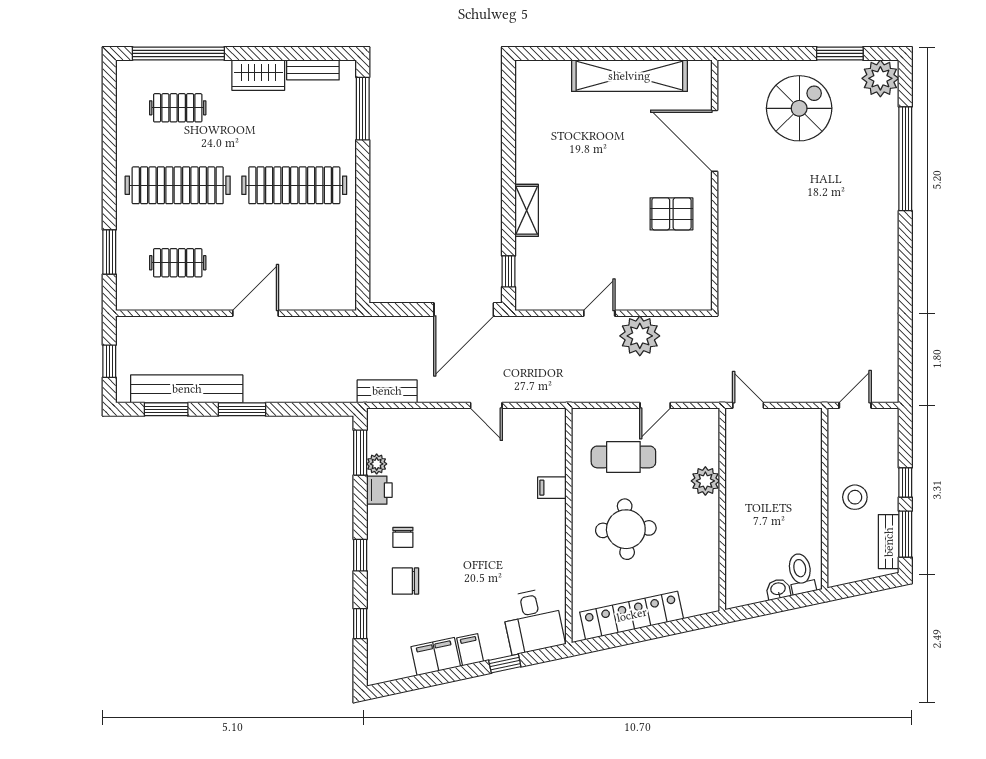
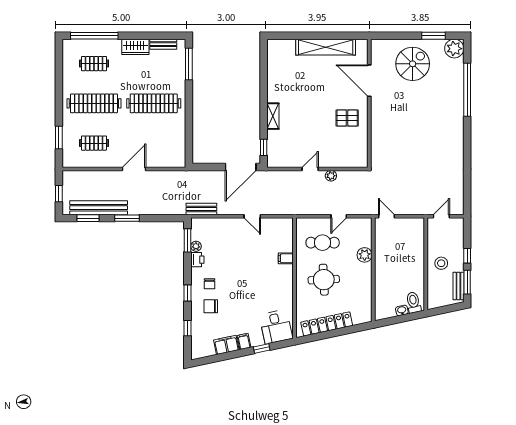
plant: (640, 336) -> (331, 176), width x0.53, depth x0.53

